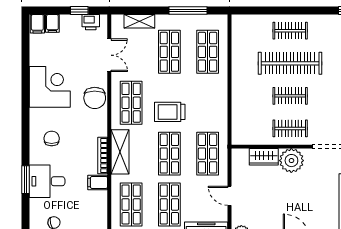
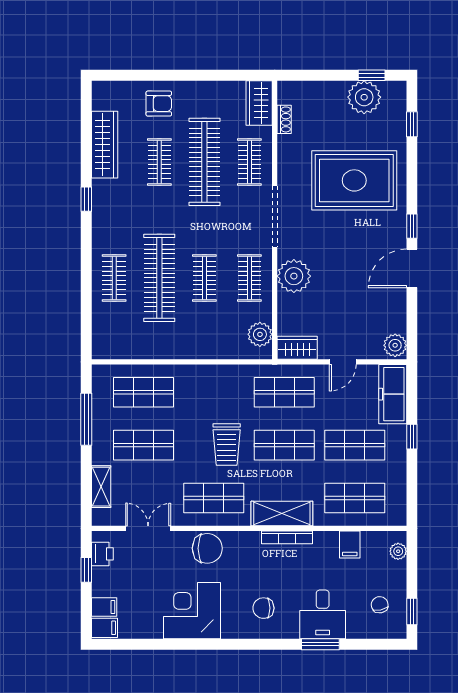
plant: (249, 136) -> (260, 334), added
wardrobe: (264, 157) -> (297, 348), moved, turned -90
filing cabinet: (98, 182) -> (350, 544), moved

